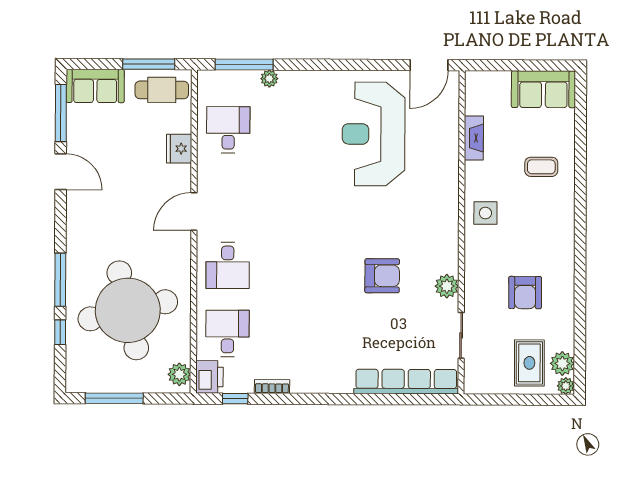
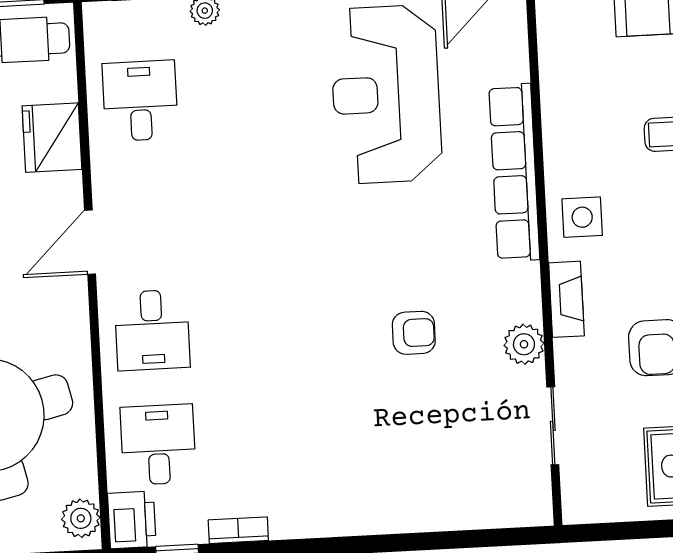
fireplace: (474, 138) -> (566, 299), moved
fridge: (179, 149) -> (52, 138), width x1.36, depth x1.34
armchair: (382, 276) -> (414, 333), width x0.72, depth x0.72
row of seats: (406, 382) -> (514, 173), moved, turned -90

